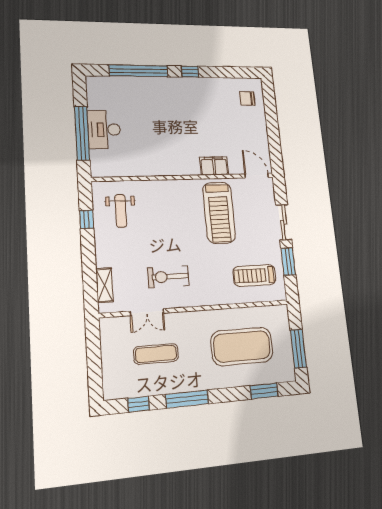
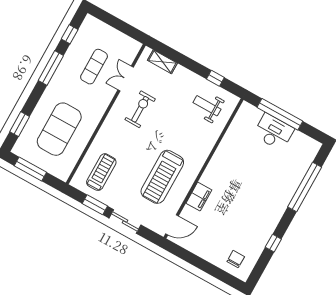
window: (190, 72) -> (273, 243), moved
treadmill: (219, 213) -> (162, 177), turned -90

